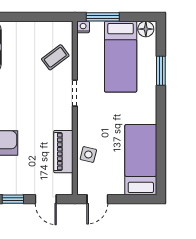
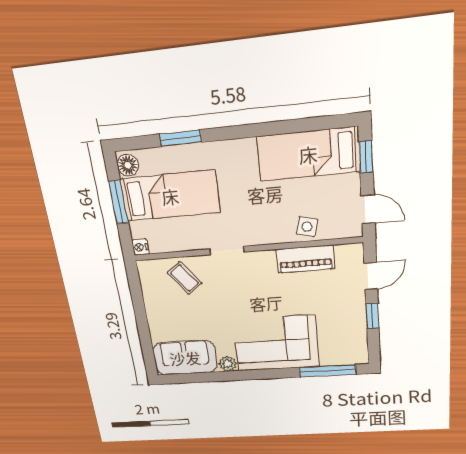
window: (103, 17) -> (119, 202), moved
window: (135, 199) -> (366, 157), added

